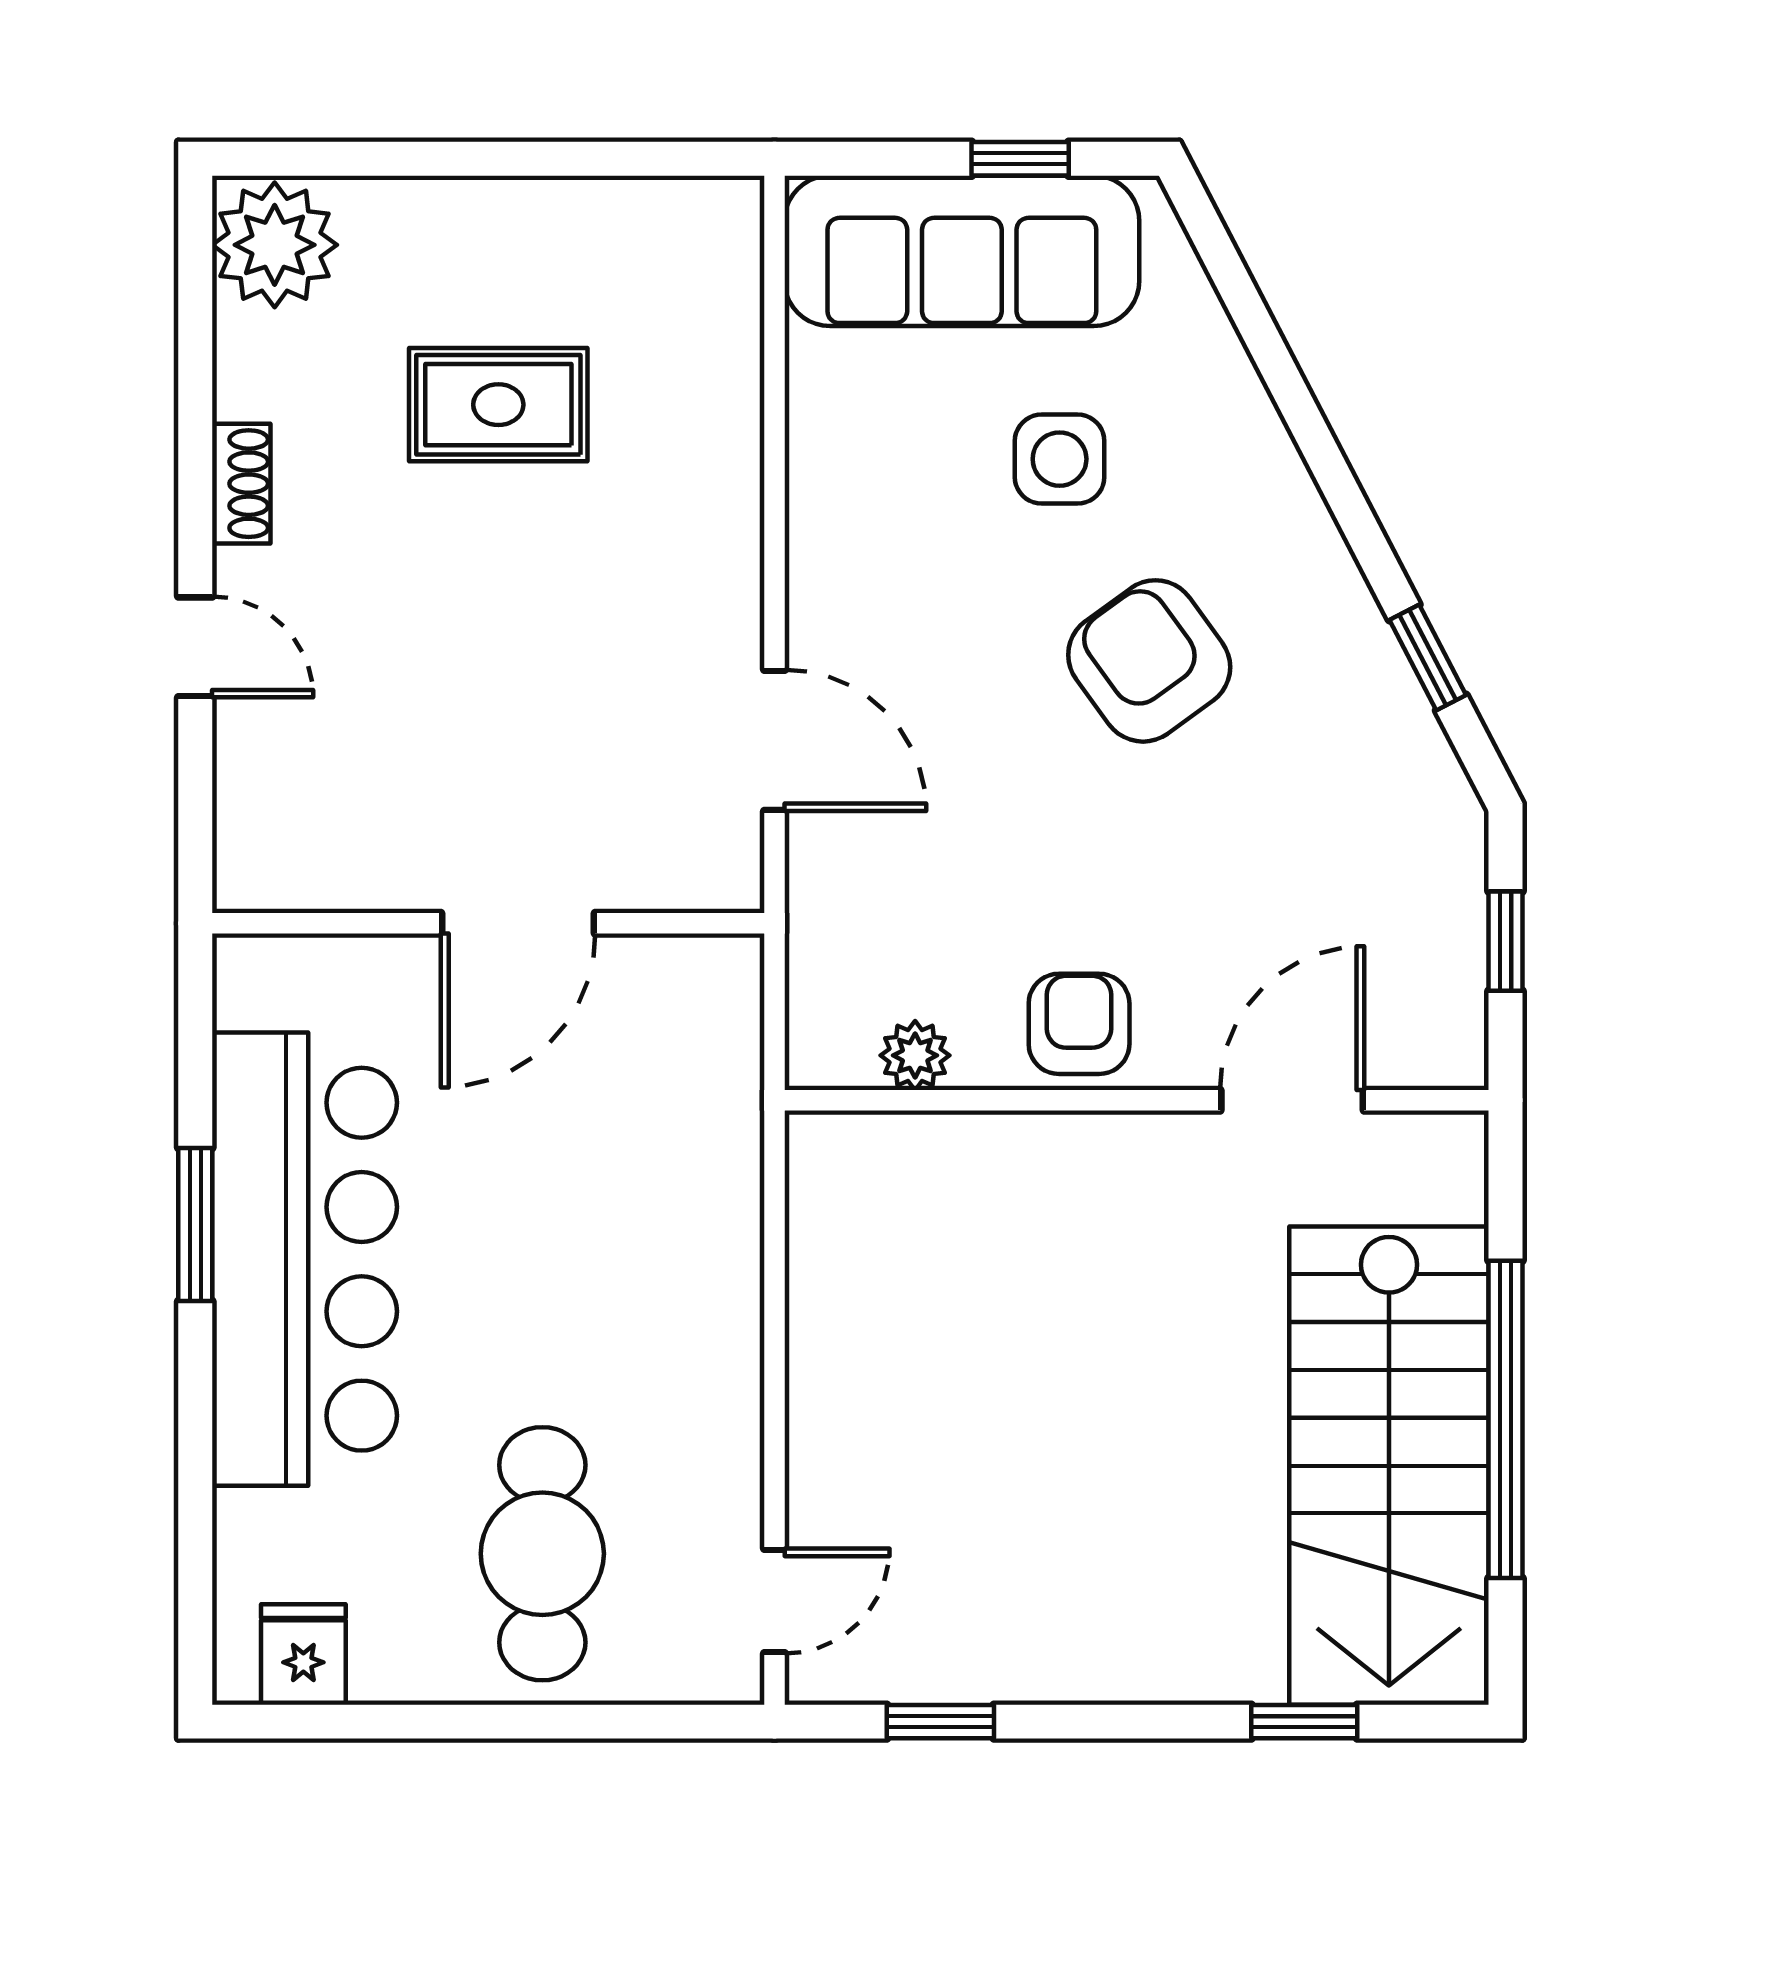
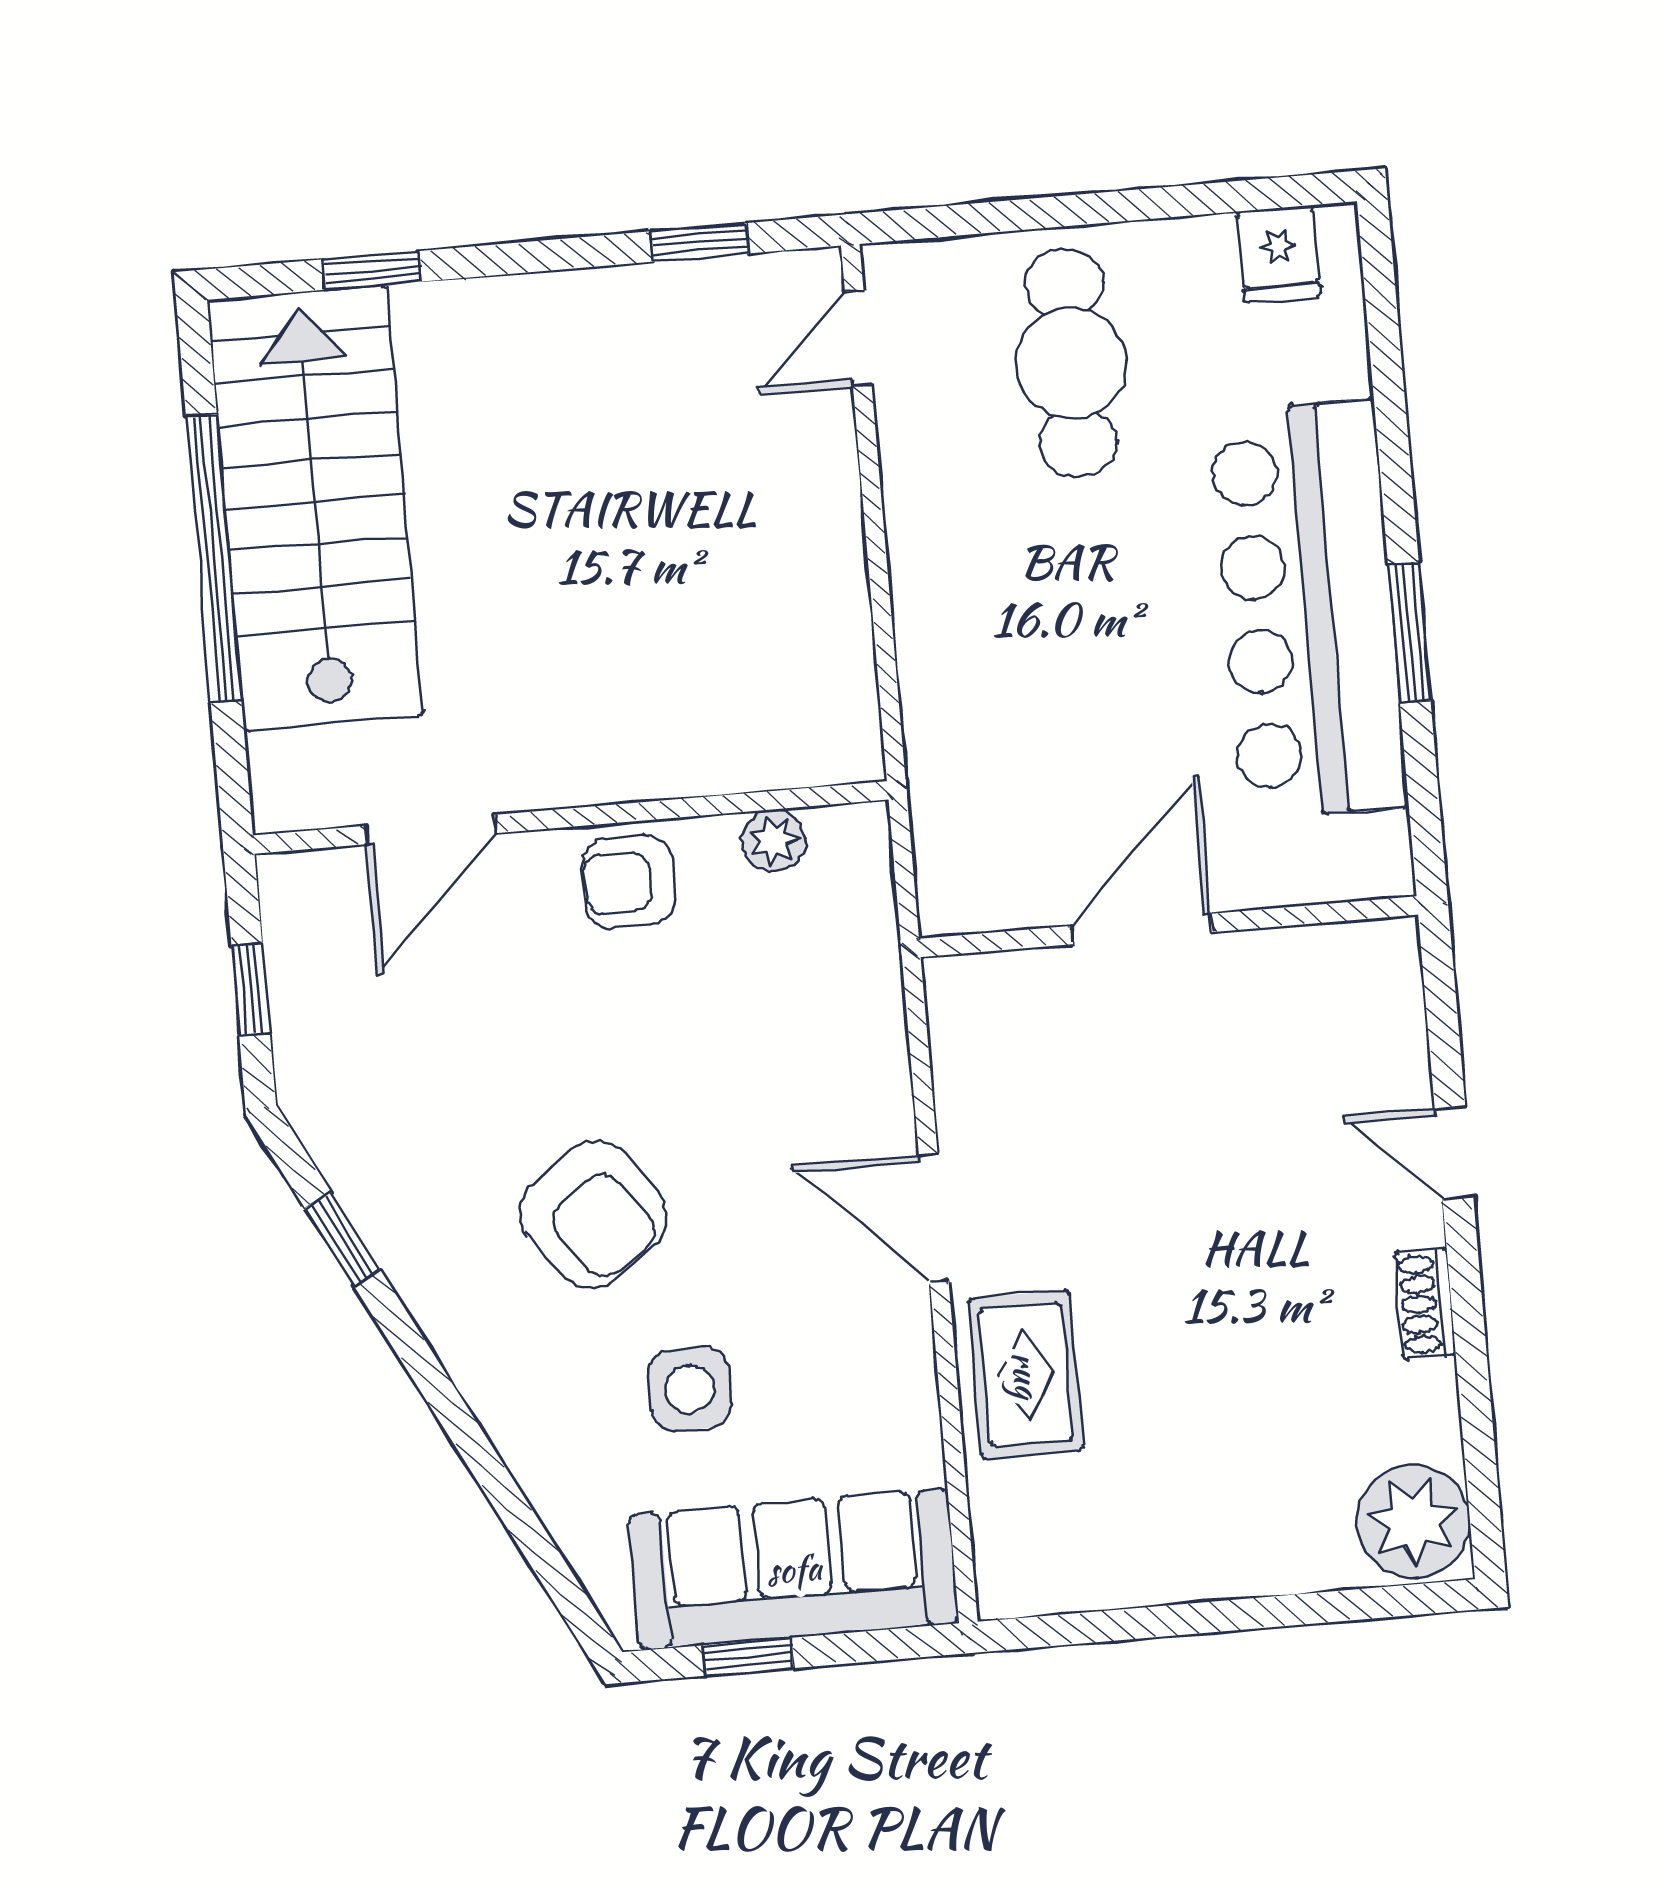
rug: (498, 405) -> (1026, 1375), moved, turned 90
door: (775, 740) -> (934, 1218), moved
armchair: (1079, 1024) -> (628, 882), turned 90

